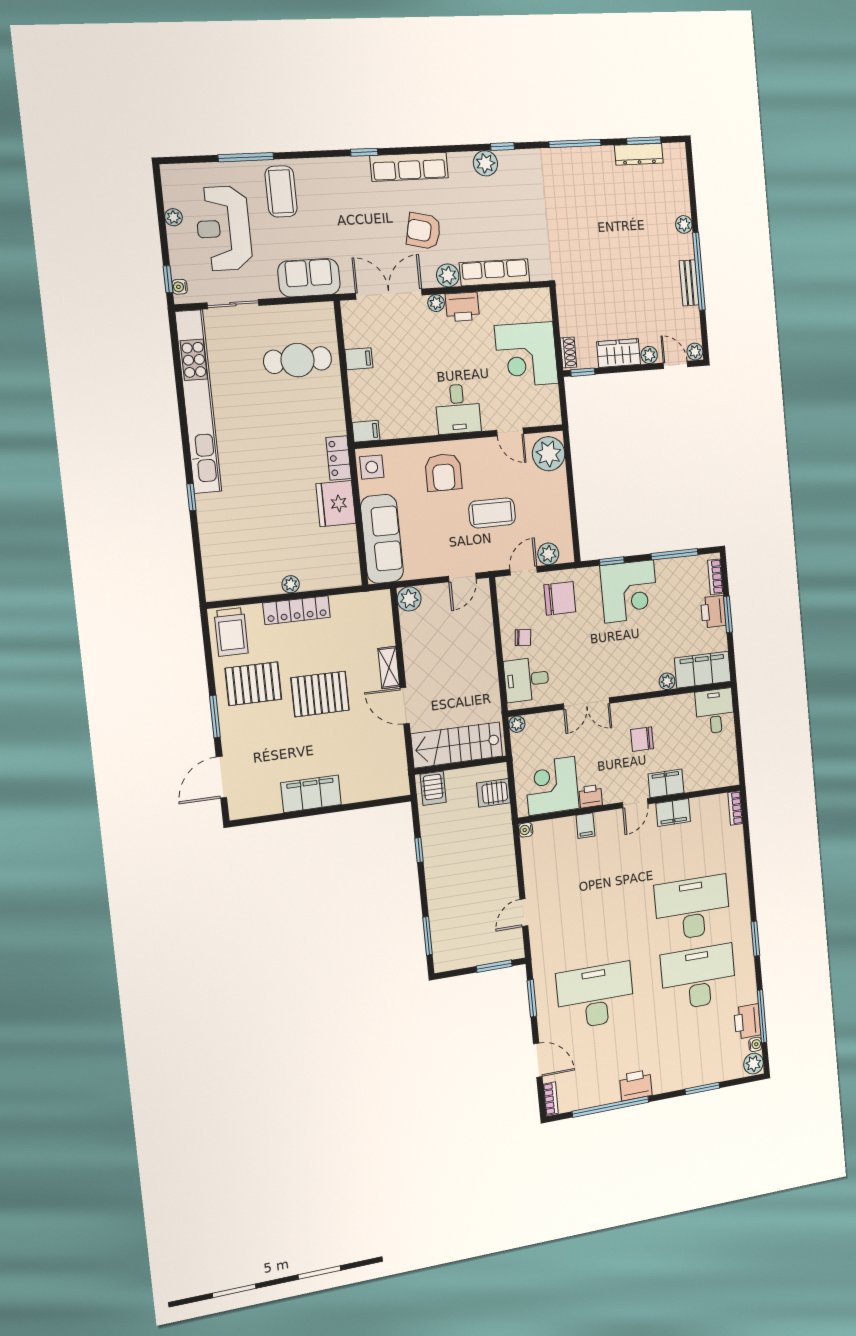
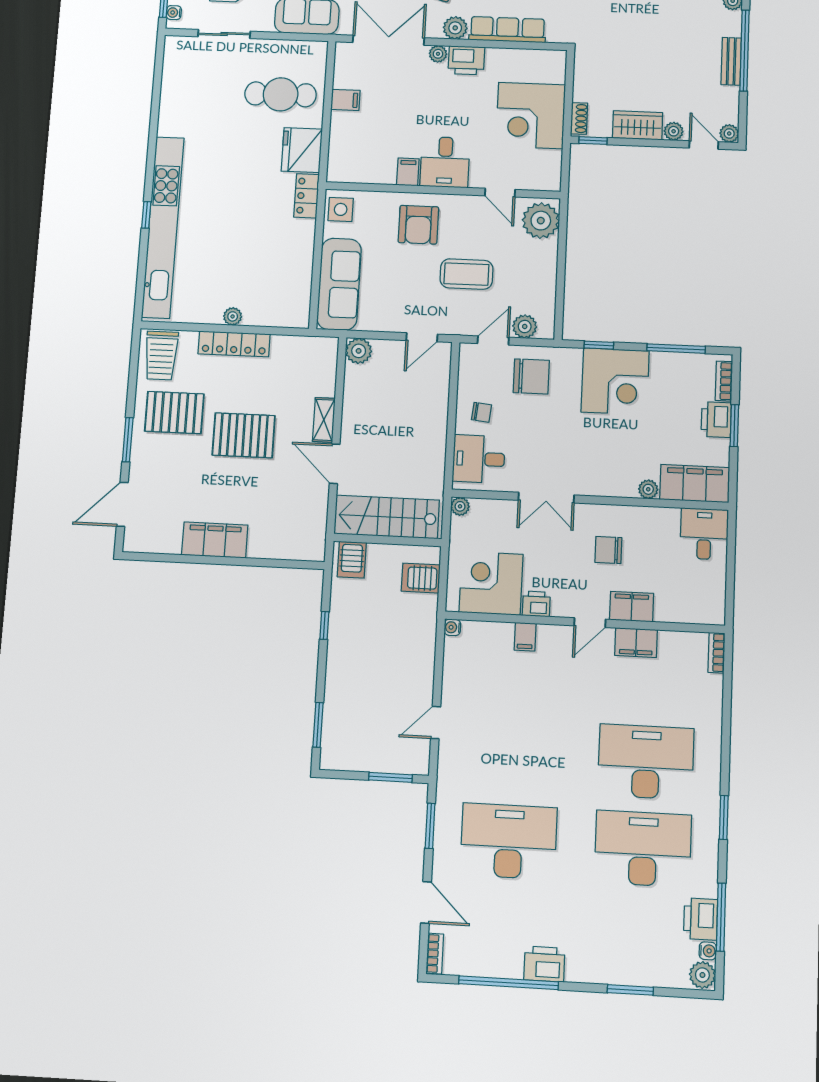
kitchen unit: (198, 402) -> (163, 227), moved
filing cabinet: (366, 431) -> (408, 172), moved, turned -90
fridge: (336, 504) -> (302, 150), moved

